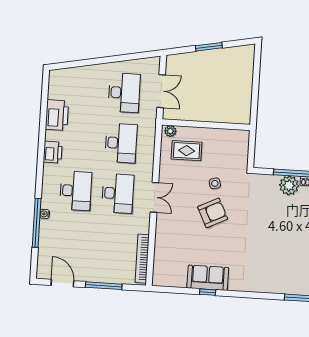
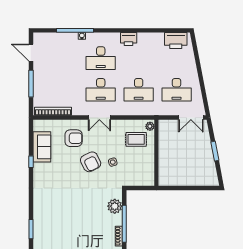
double door: (161, 91) -> (191, 117), moved
printer: (57, 115) -> (176, 41), moved
rug: (187, 151) -> (136, 139), turned 90
plant: (289, 185) -> (115, 206), moved
armchair: (180, 234) -> (74, 138), added
sofa: (208, 278) -> (42, 147), moved
door: (62, 283) -> (31, 53), swing flipped

